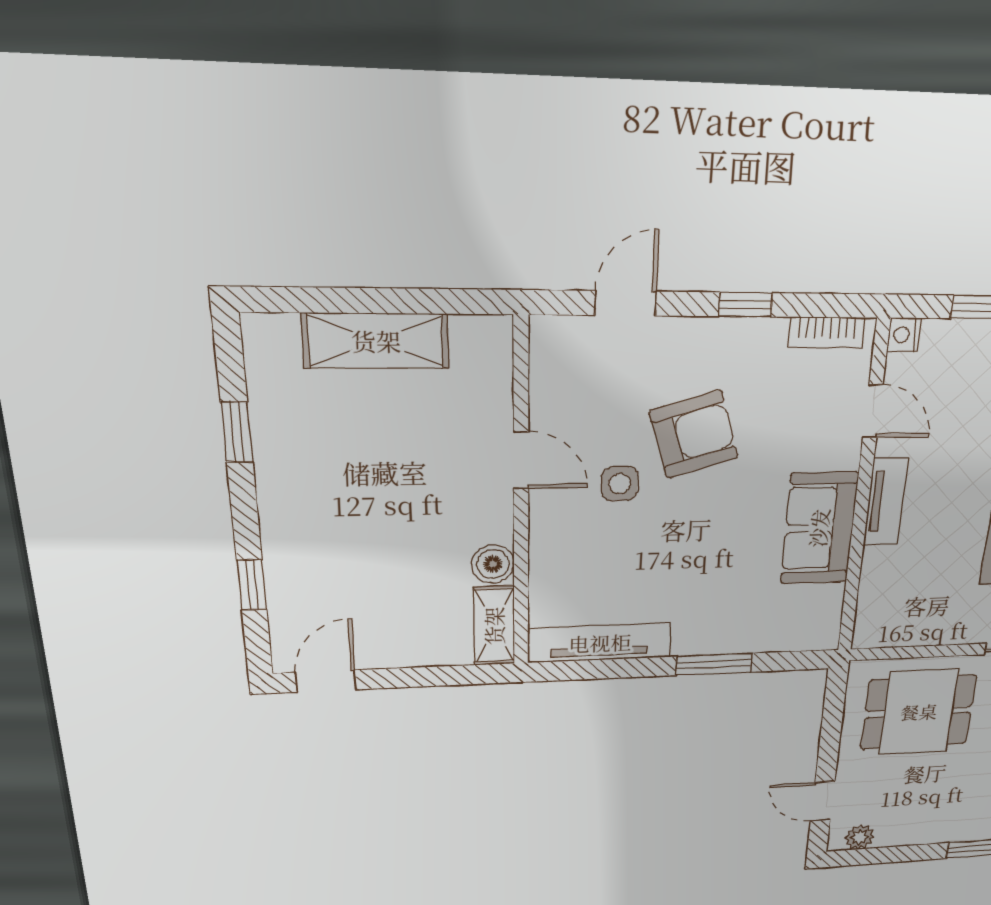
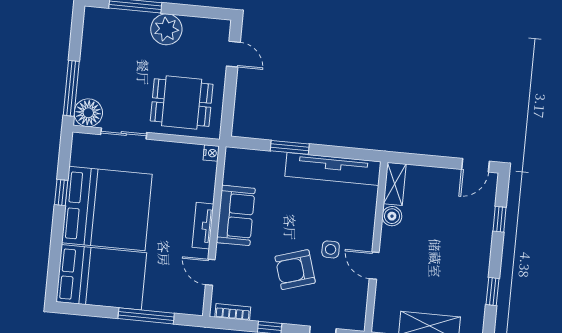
nightstand: (904, 335) -> (211, 153), moved
tv unit: (600, 643) -> (333, 169), width x1.36, depth x1.29
plant: (860, 837) -> (166, 29), moved, width x1.87, depth x1.87

